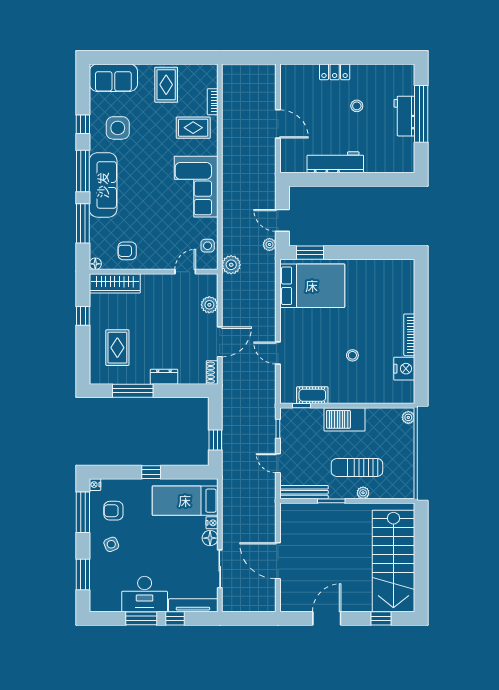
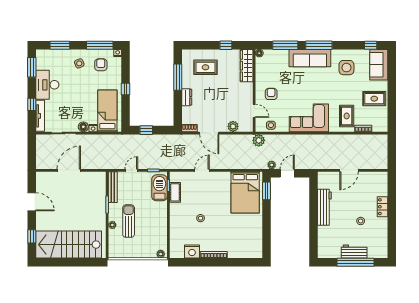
window: (83, 124) -> (371, 45), moved
armchair: (127, 251) -> (271, 94), moved
barbecue: (345, 419) -> (159, 188), moved
window: (141, 618) -> (32, 67), moved

